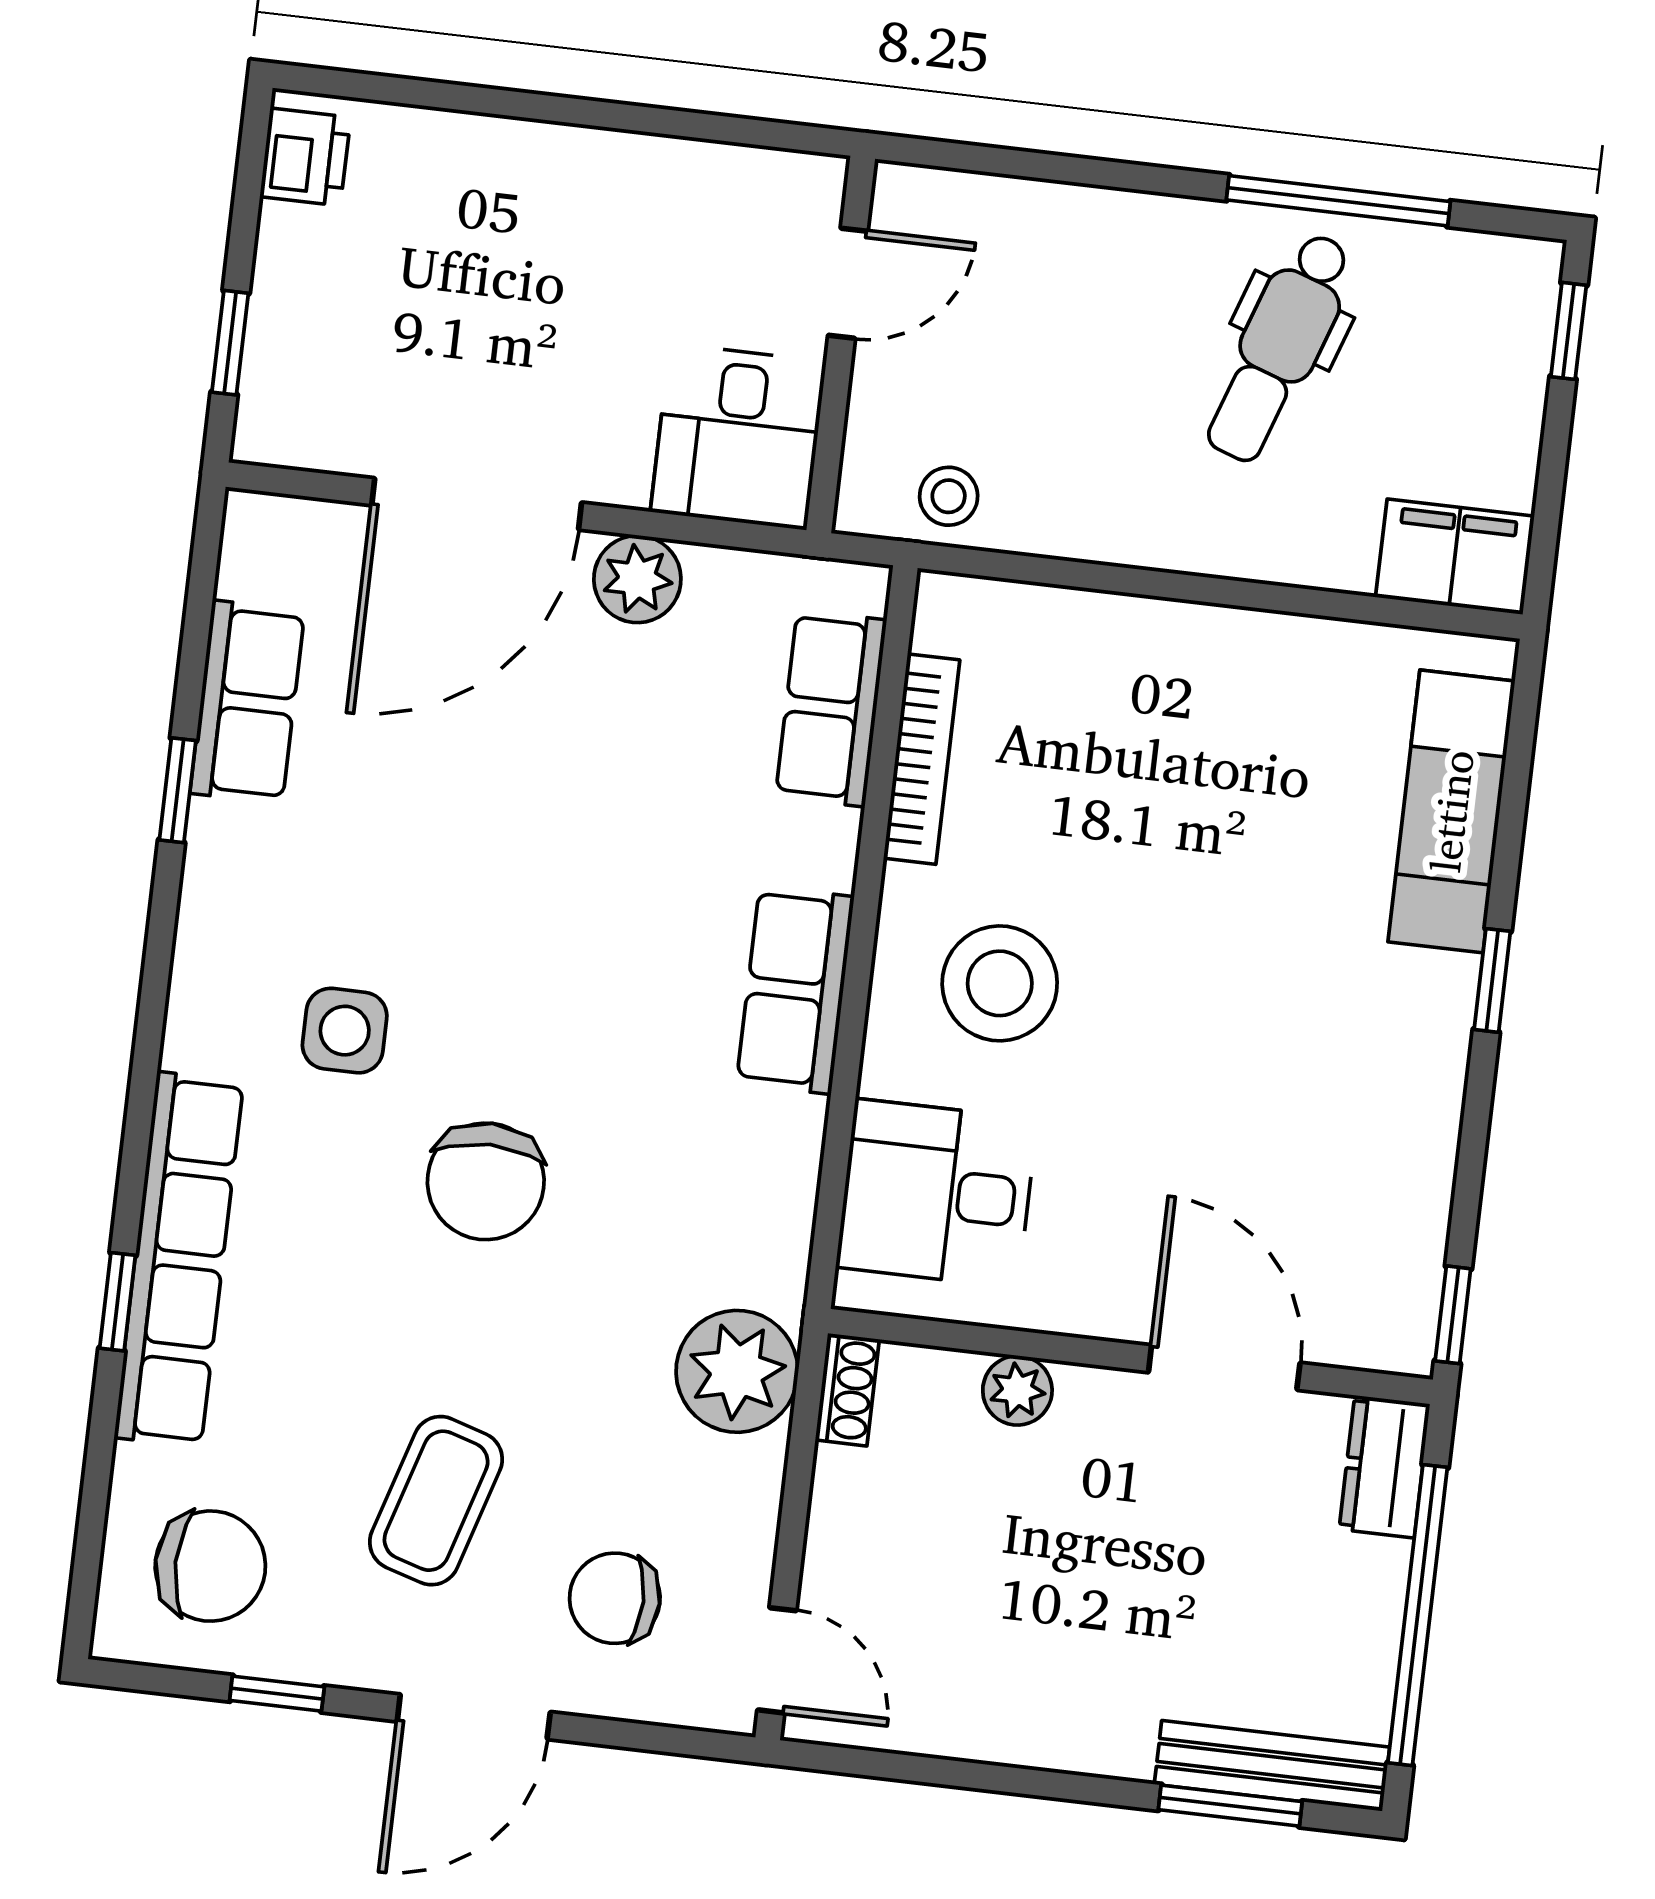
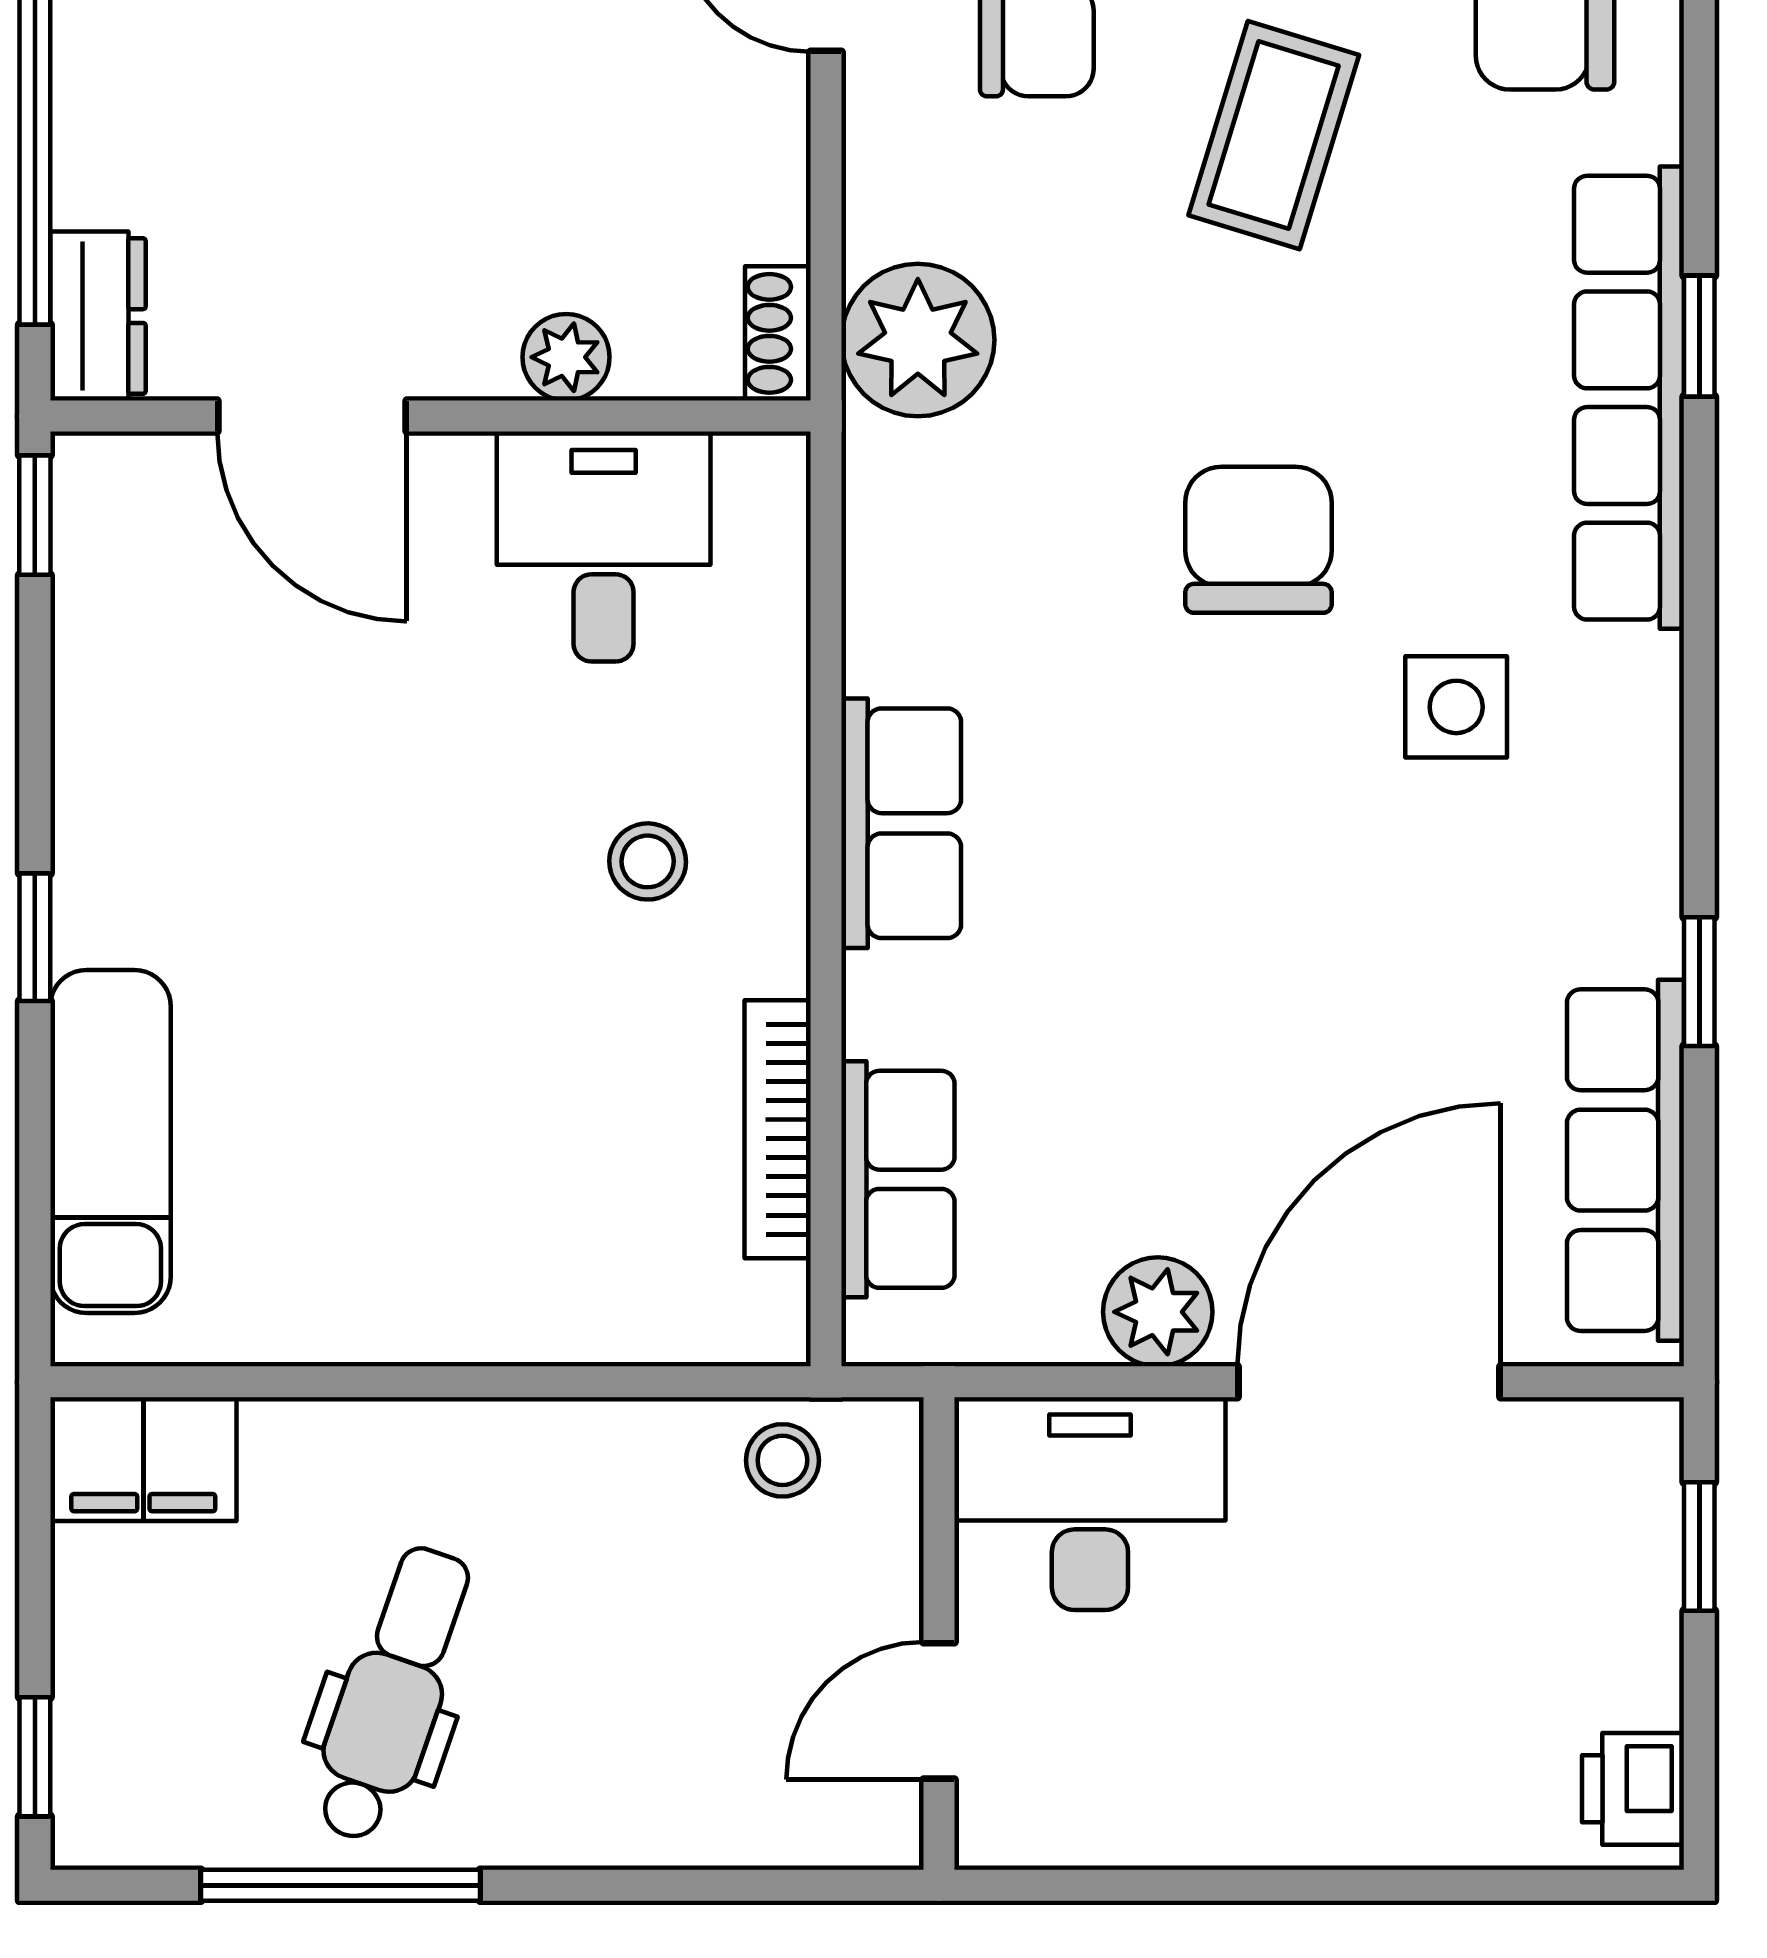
desk: (738, 437) -> (1090, 1504), width x1.37
row of seats: (247, 702) -> (1625, 1160), width x1.48
stool: (1000, 983) -> (648, 861), width x0.53, depth x0.53
desk: (937, 1193) -> (604, 547), moved, turned -90

